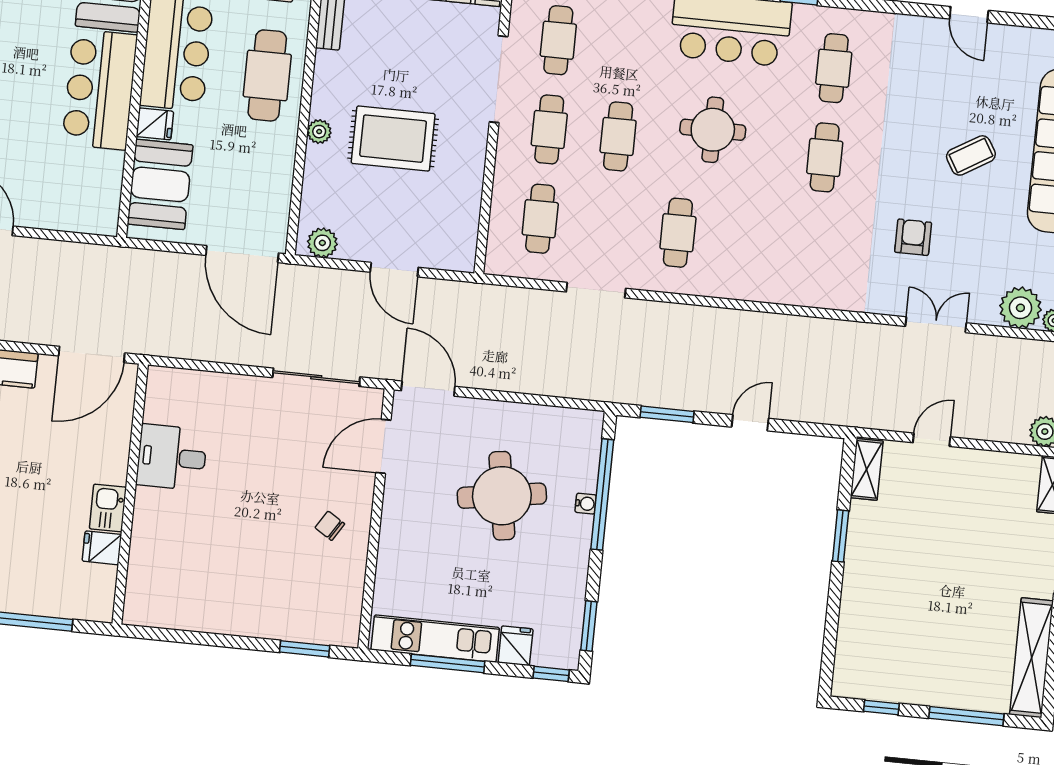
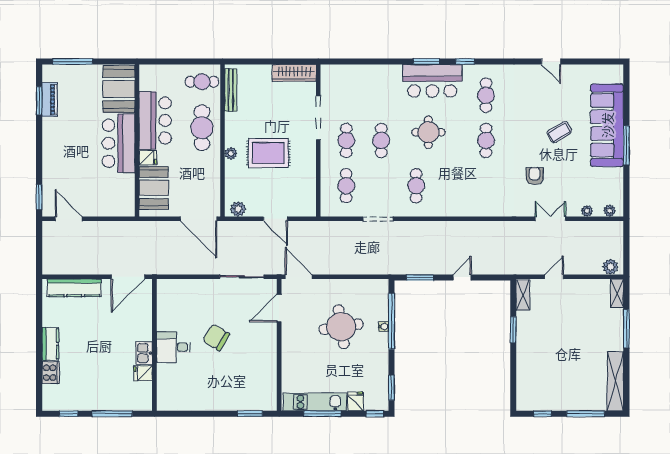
cafe table: (558, 40) -> (346, 95), removed
plant: (1020, 308) -> (587, 211), width x0.53, depth x0.53
desk: (172, 457) -> (173, 347), moved
chair: (330, 526) -> (216, 337), moved, width x1.87, depth x1.87

